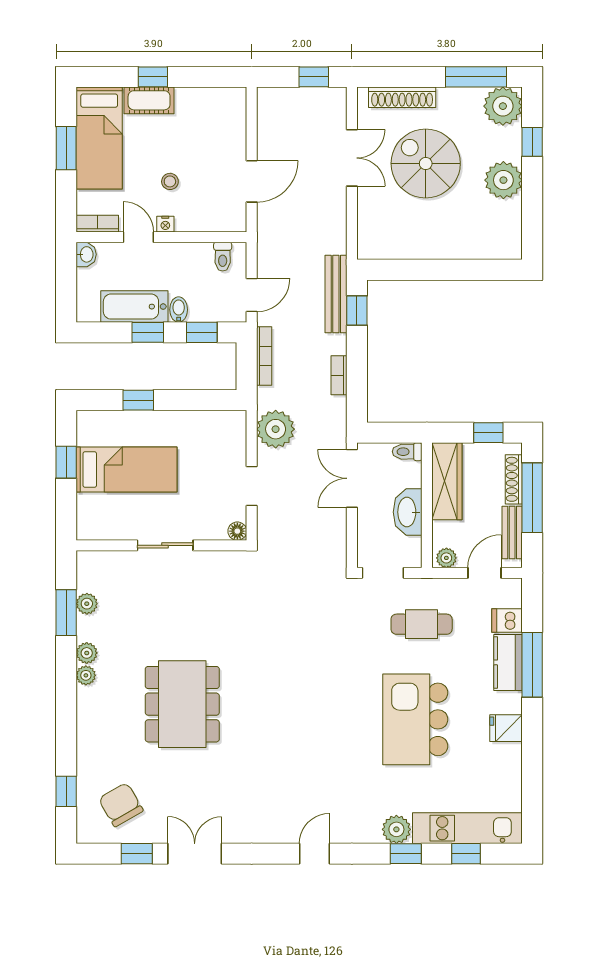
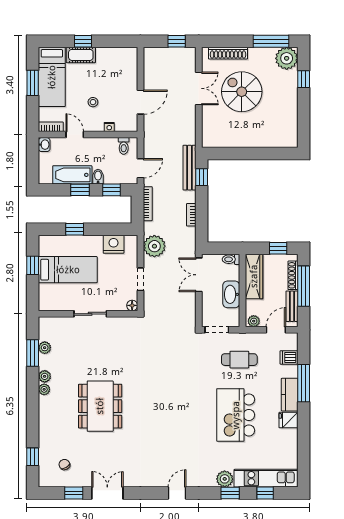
plant: (503, 180) -> (287, 101), removed
nightstand: (165, 224) -> (109, 127), moved
nightstand: (205, 426) -> (114, 244), added
kitchen counter: (508, 662) -> (290, 395), moved
chair: (121, 805) -> (64, 465), width x0.54, depth x0.54

